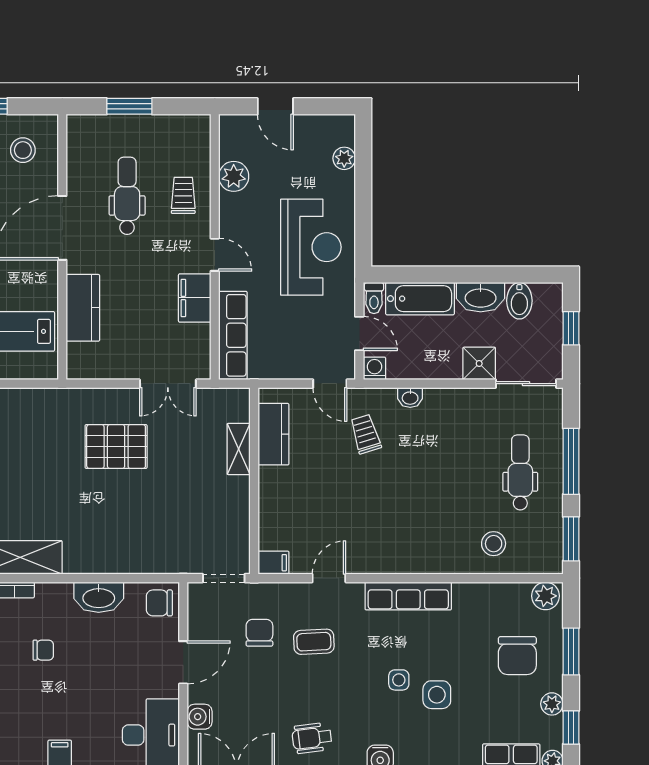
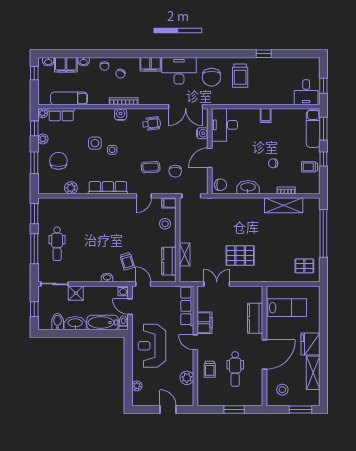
stool: (494, 544) -> (165, 224), moved
plant: (546, 596) -> (71, 188), moved

